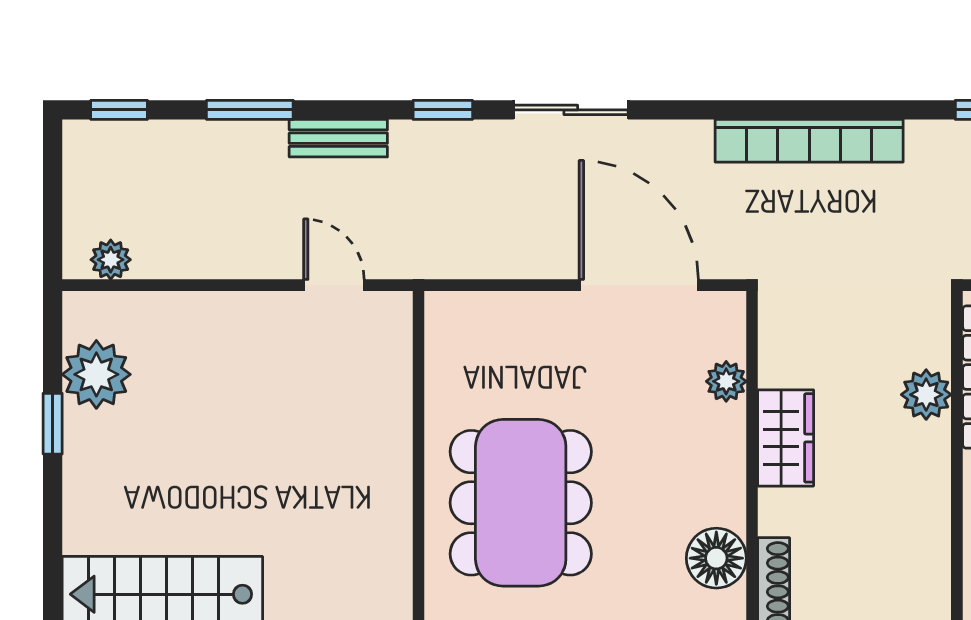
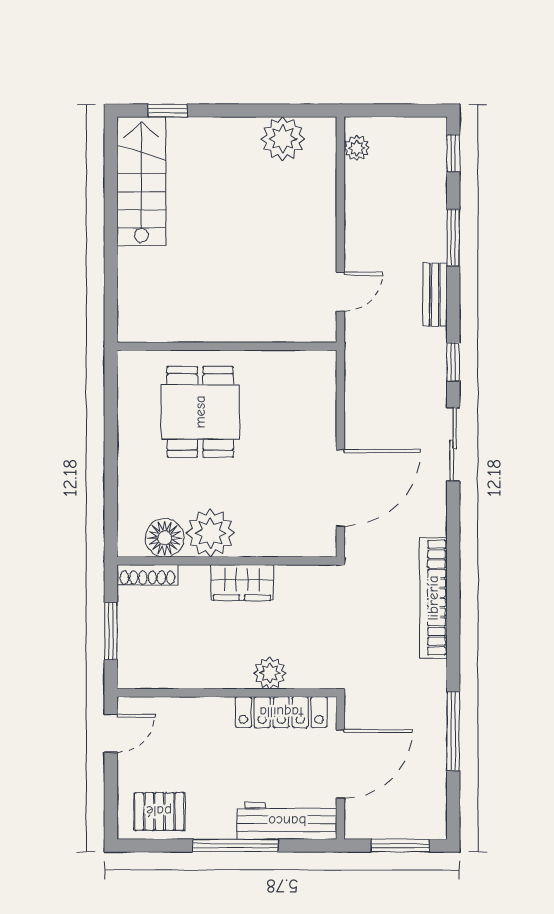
plant: (726, 381) -> (211, 533), moved, width x1.88, depth x1.88
window: (53, 424) -> (168, 111), moved
dining table: (521, 503) -> (200, 412), width x0.73

